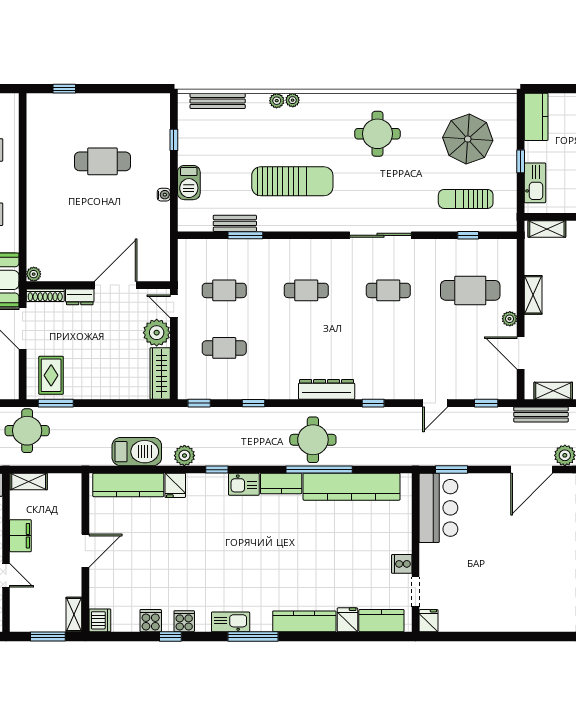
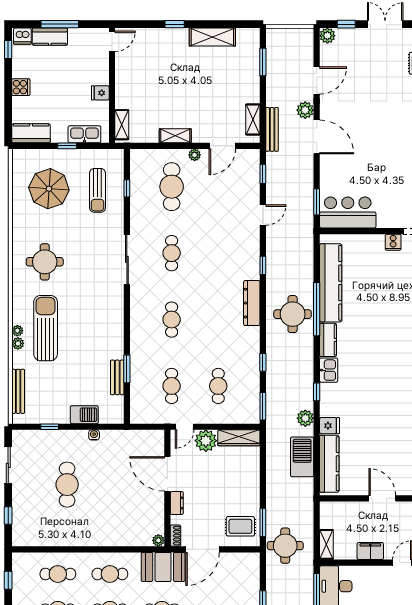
sliding door: (126, 89) -> (8, 465), added
sun lounger: (292, 181) -> (46, 328), moved
shoe rack: (45, 295) -> (175, 536), width x0.70
window: (199, 403) -> (263, 406), width x1.50
door: (435, 403) -> (263, 215), hinge flipped

